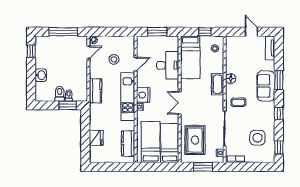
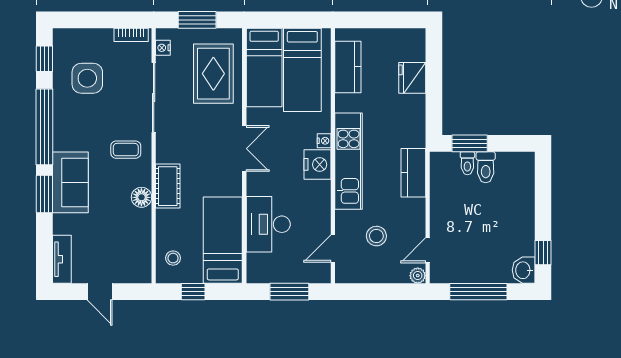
door: (136, 64) -> (333, 248), moved
washbasin: (41, 75) -> (524, 270), moved
window: (279, 114) -> (44, 127), width x3.17

